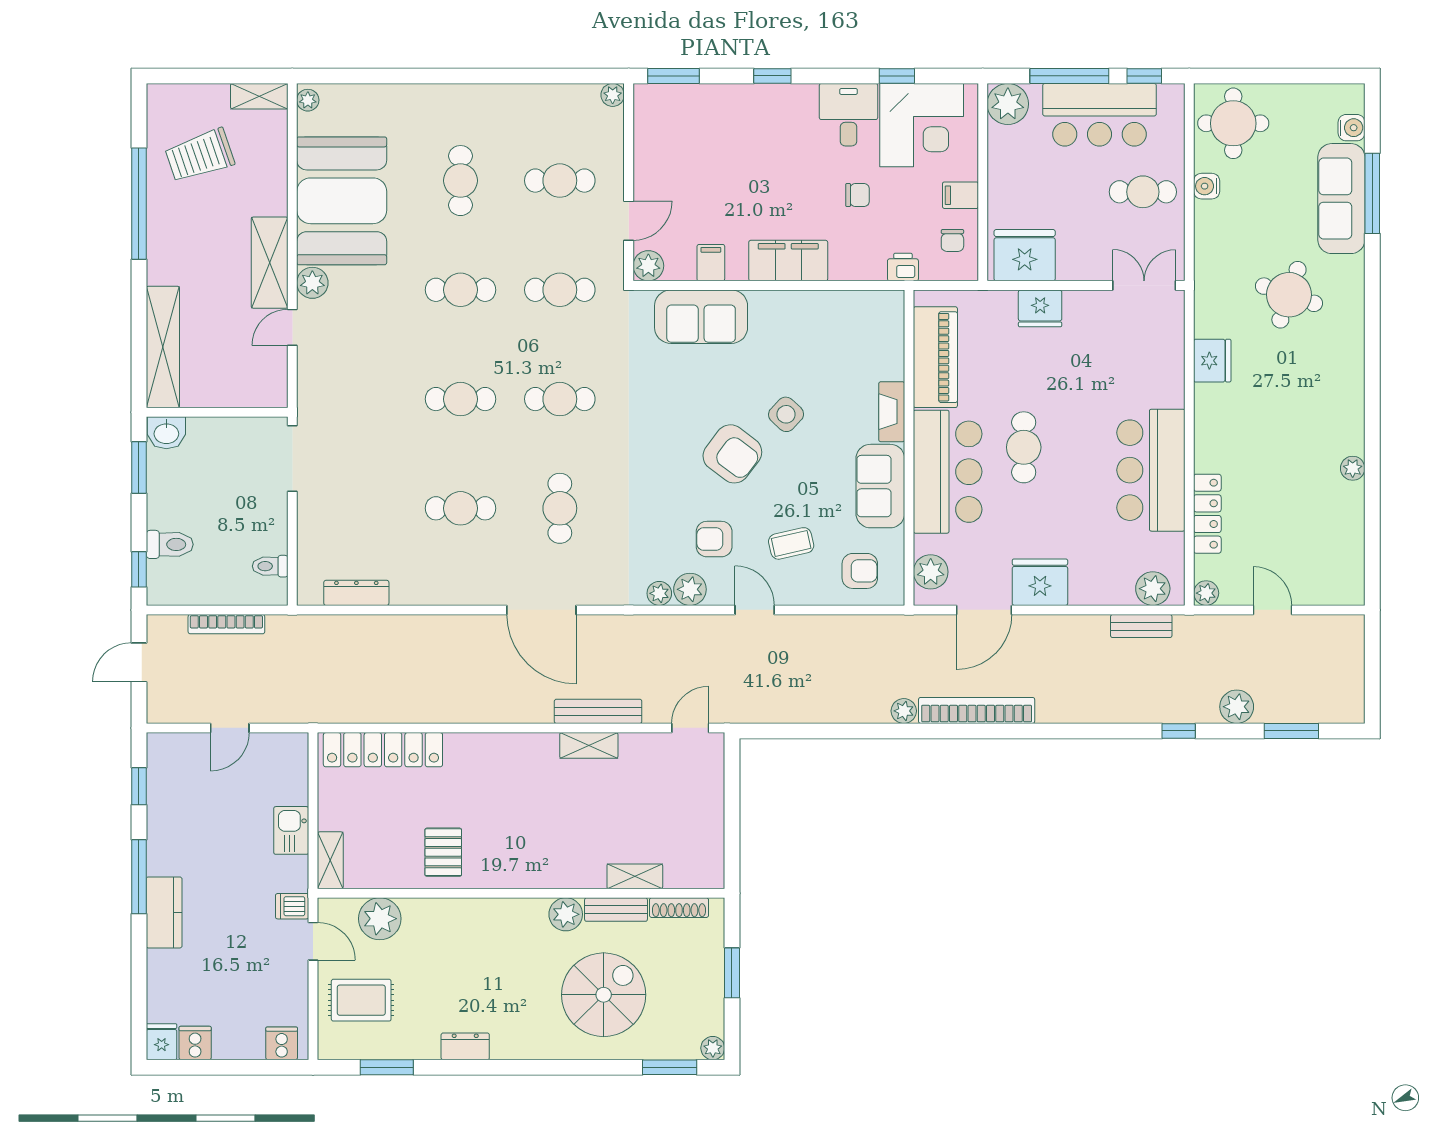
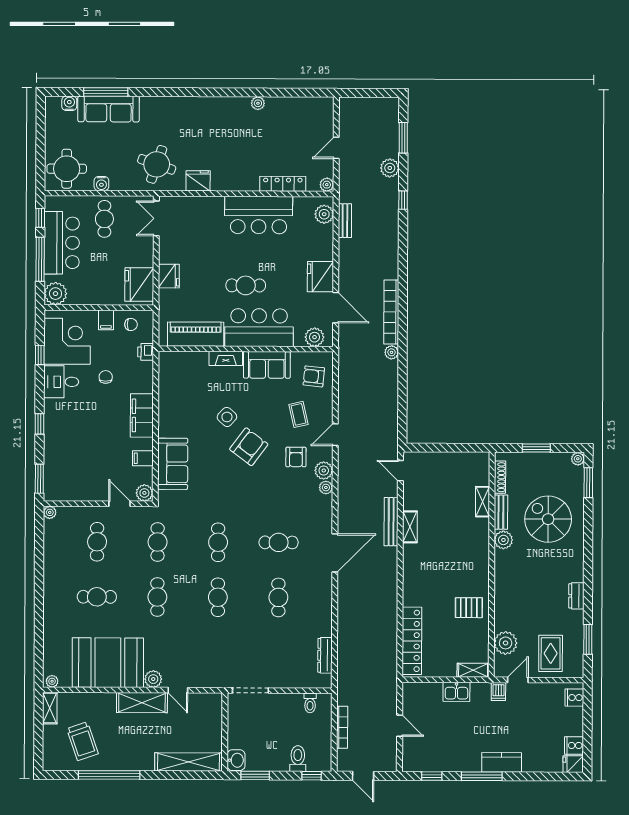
round table: (1289, 295) -> (157, 164), moved
armchair: (860, 571) -> (314, 376), turned -84

